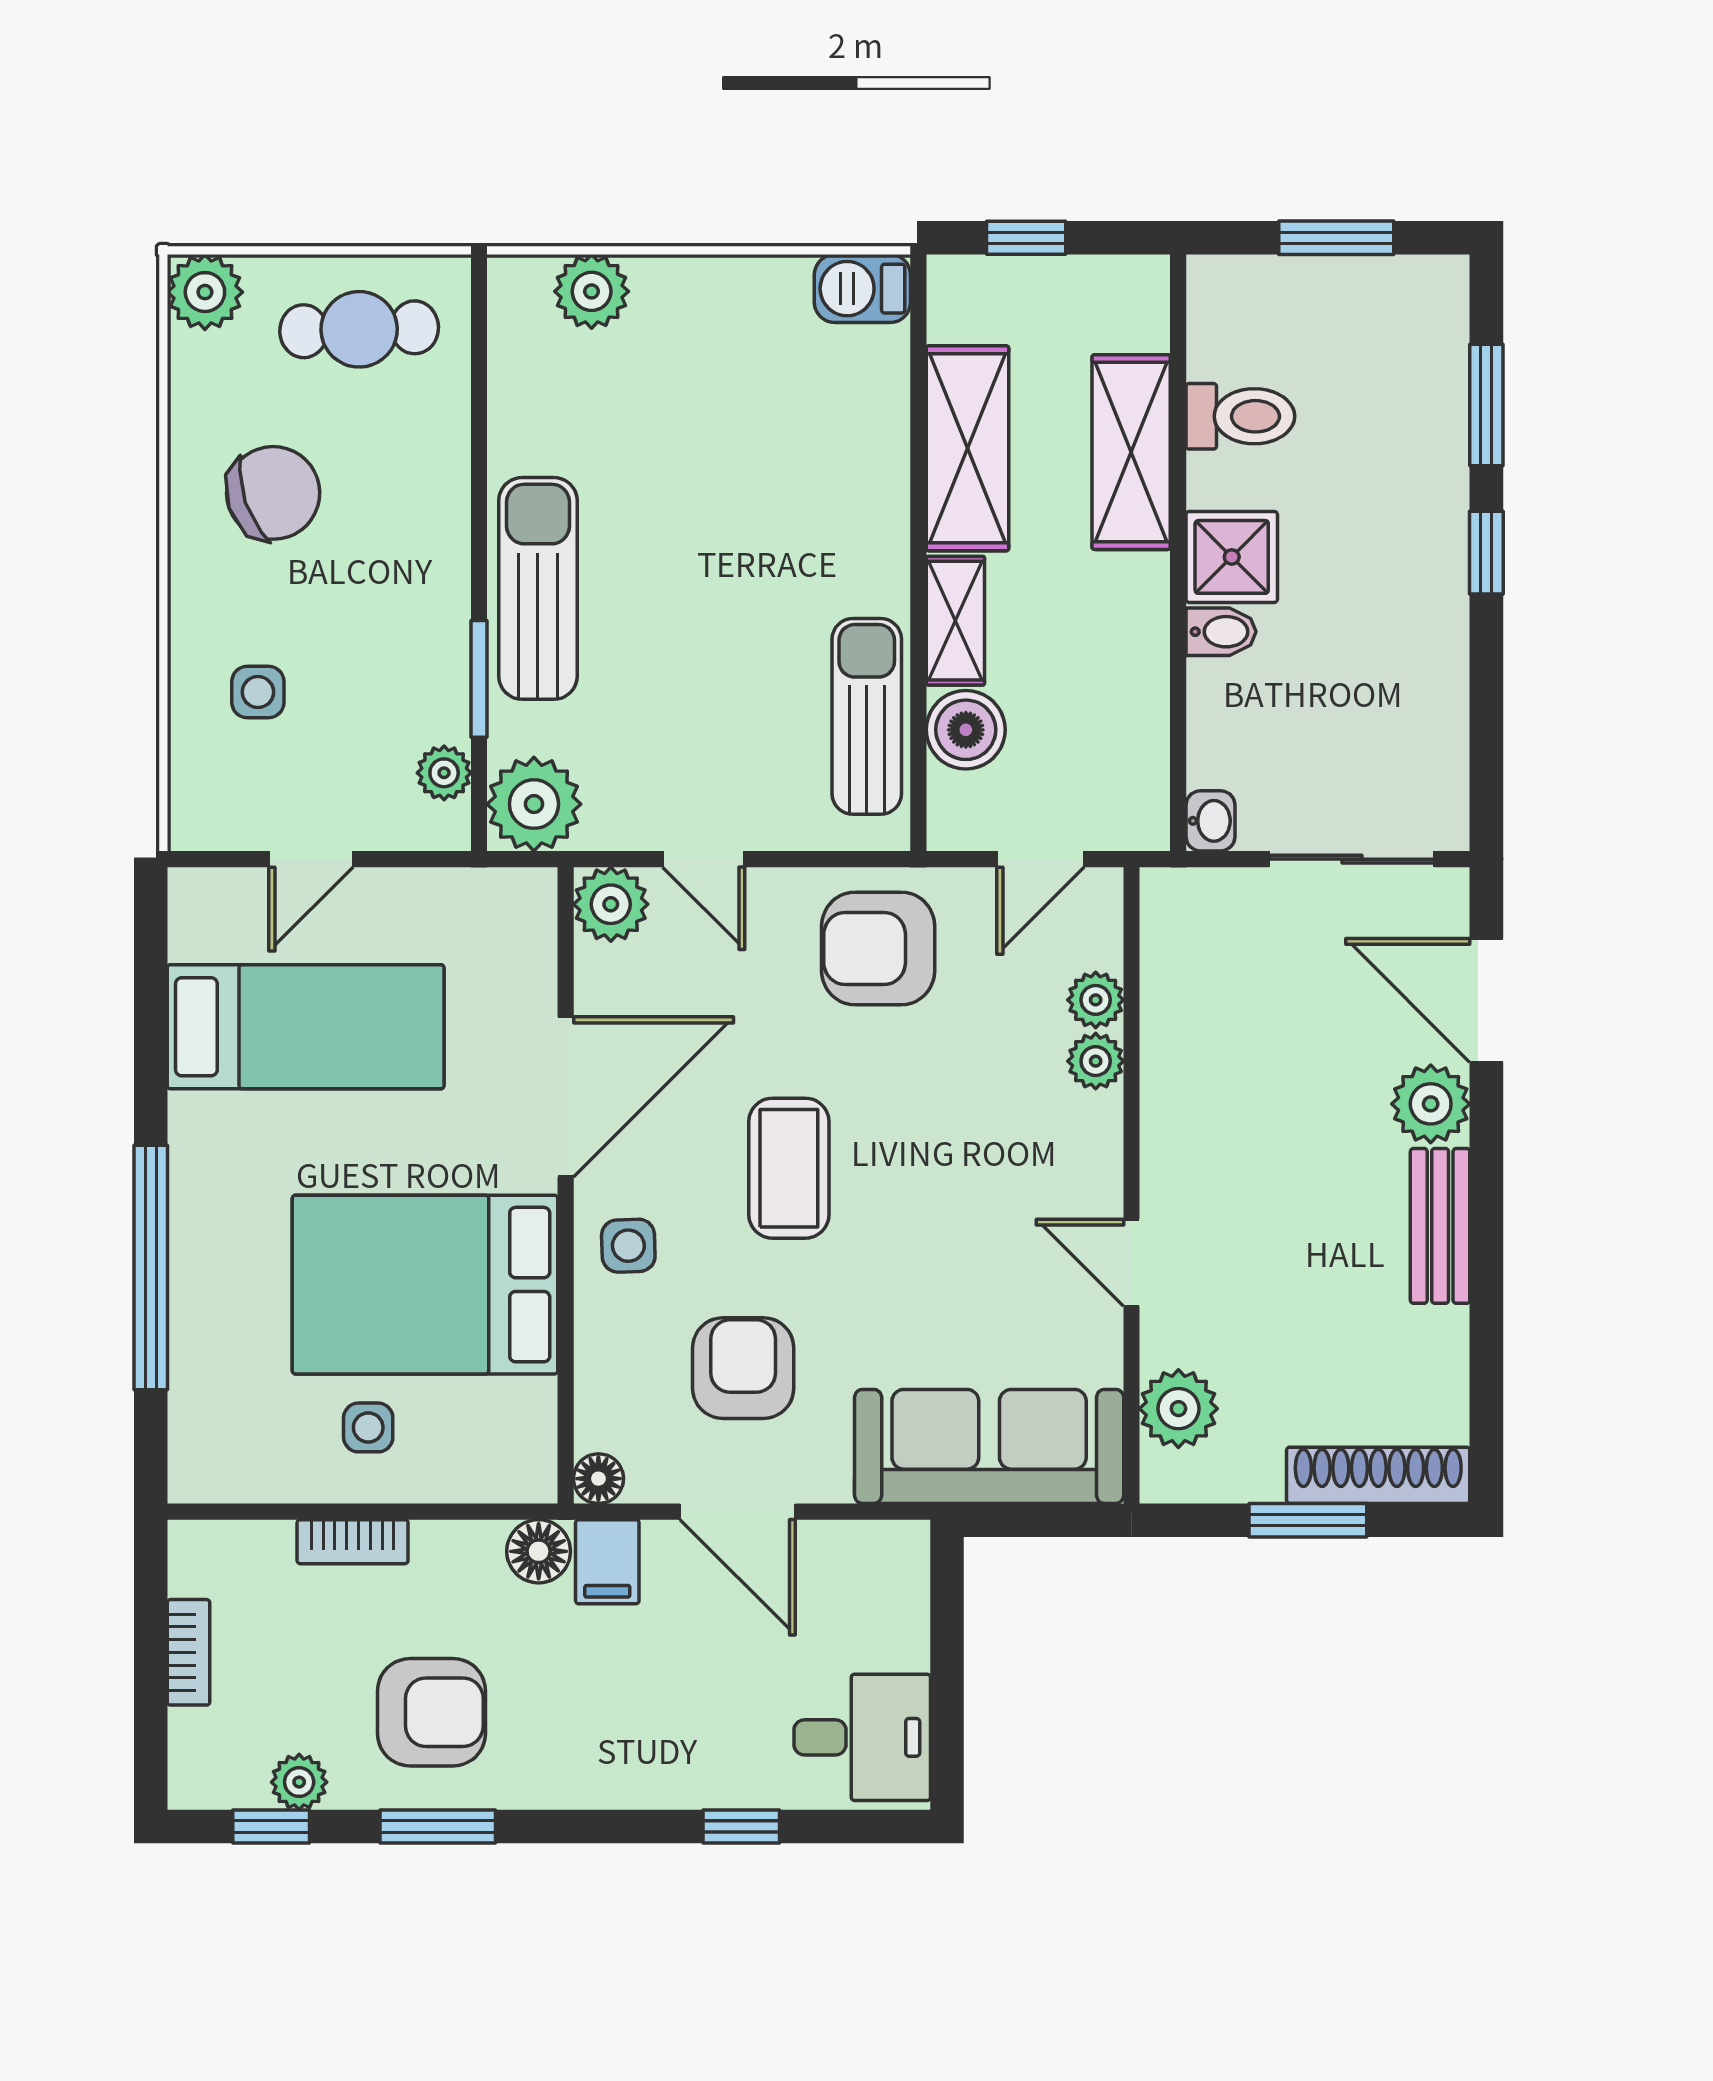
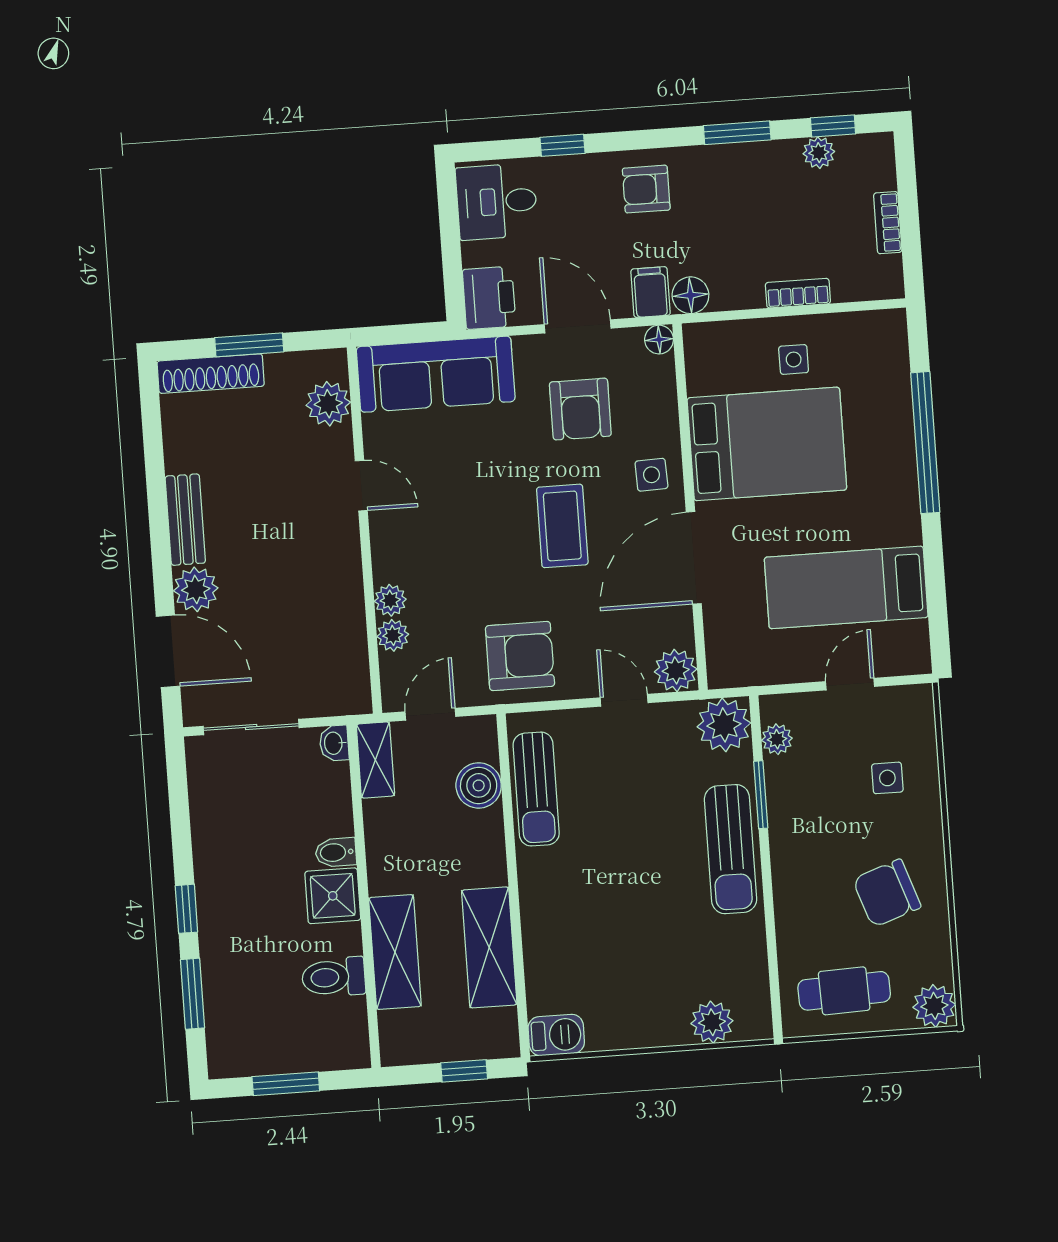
shelving: (955, 621) -> (375, 760), moved
printer: (887, 1572) -> (489, 298), added
armchair: (432, 1712) -> (646, 189), moved, width x0.72, depth x0.72

